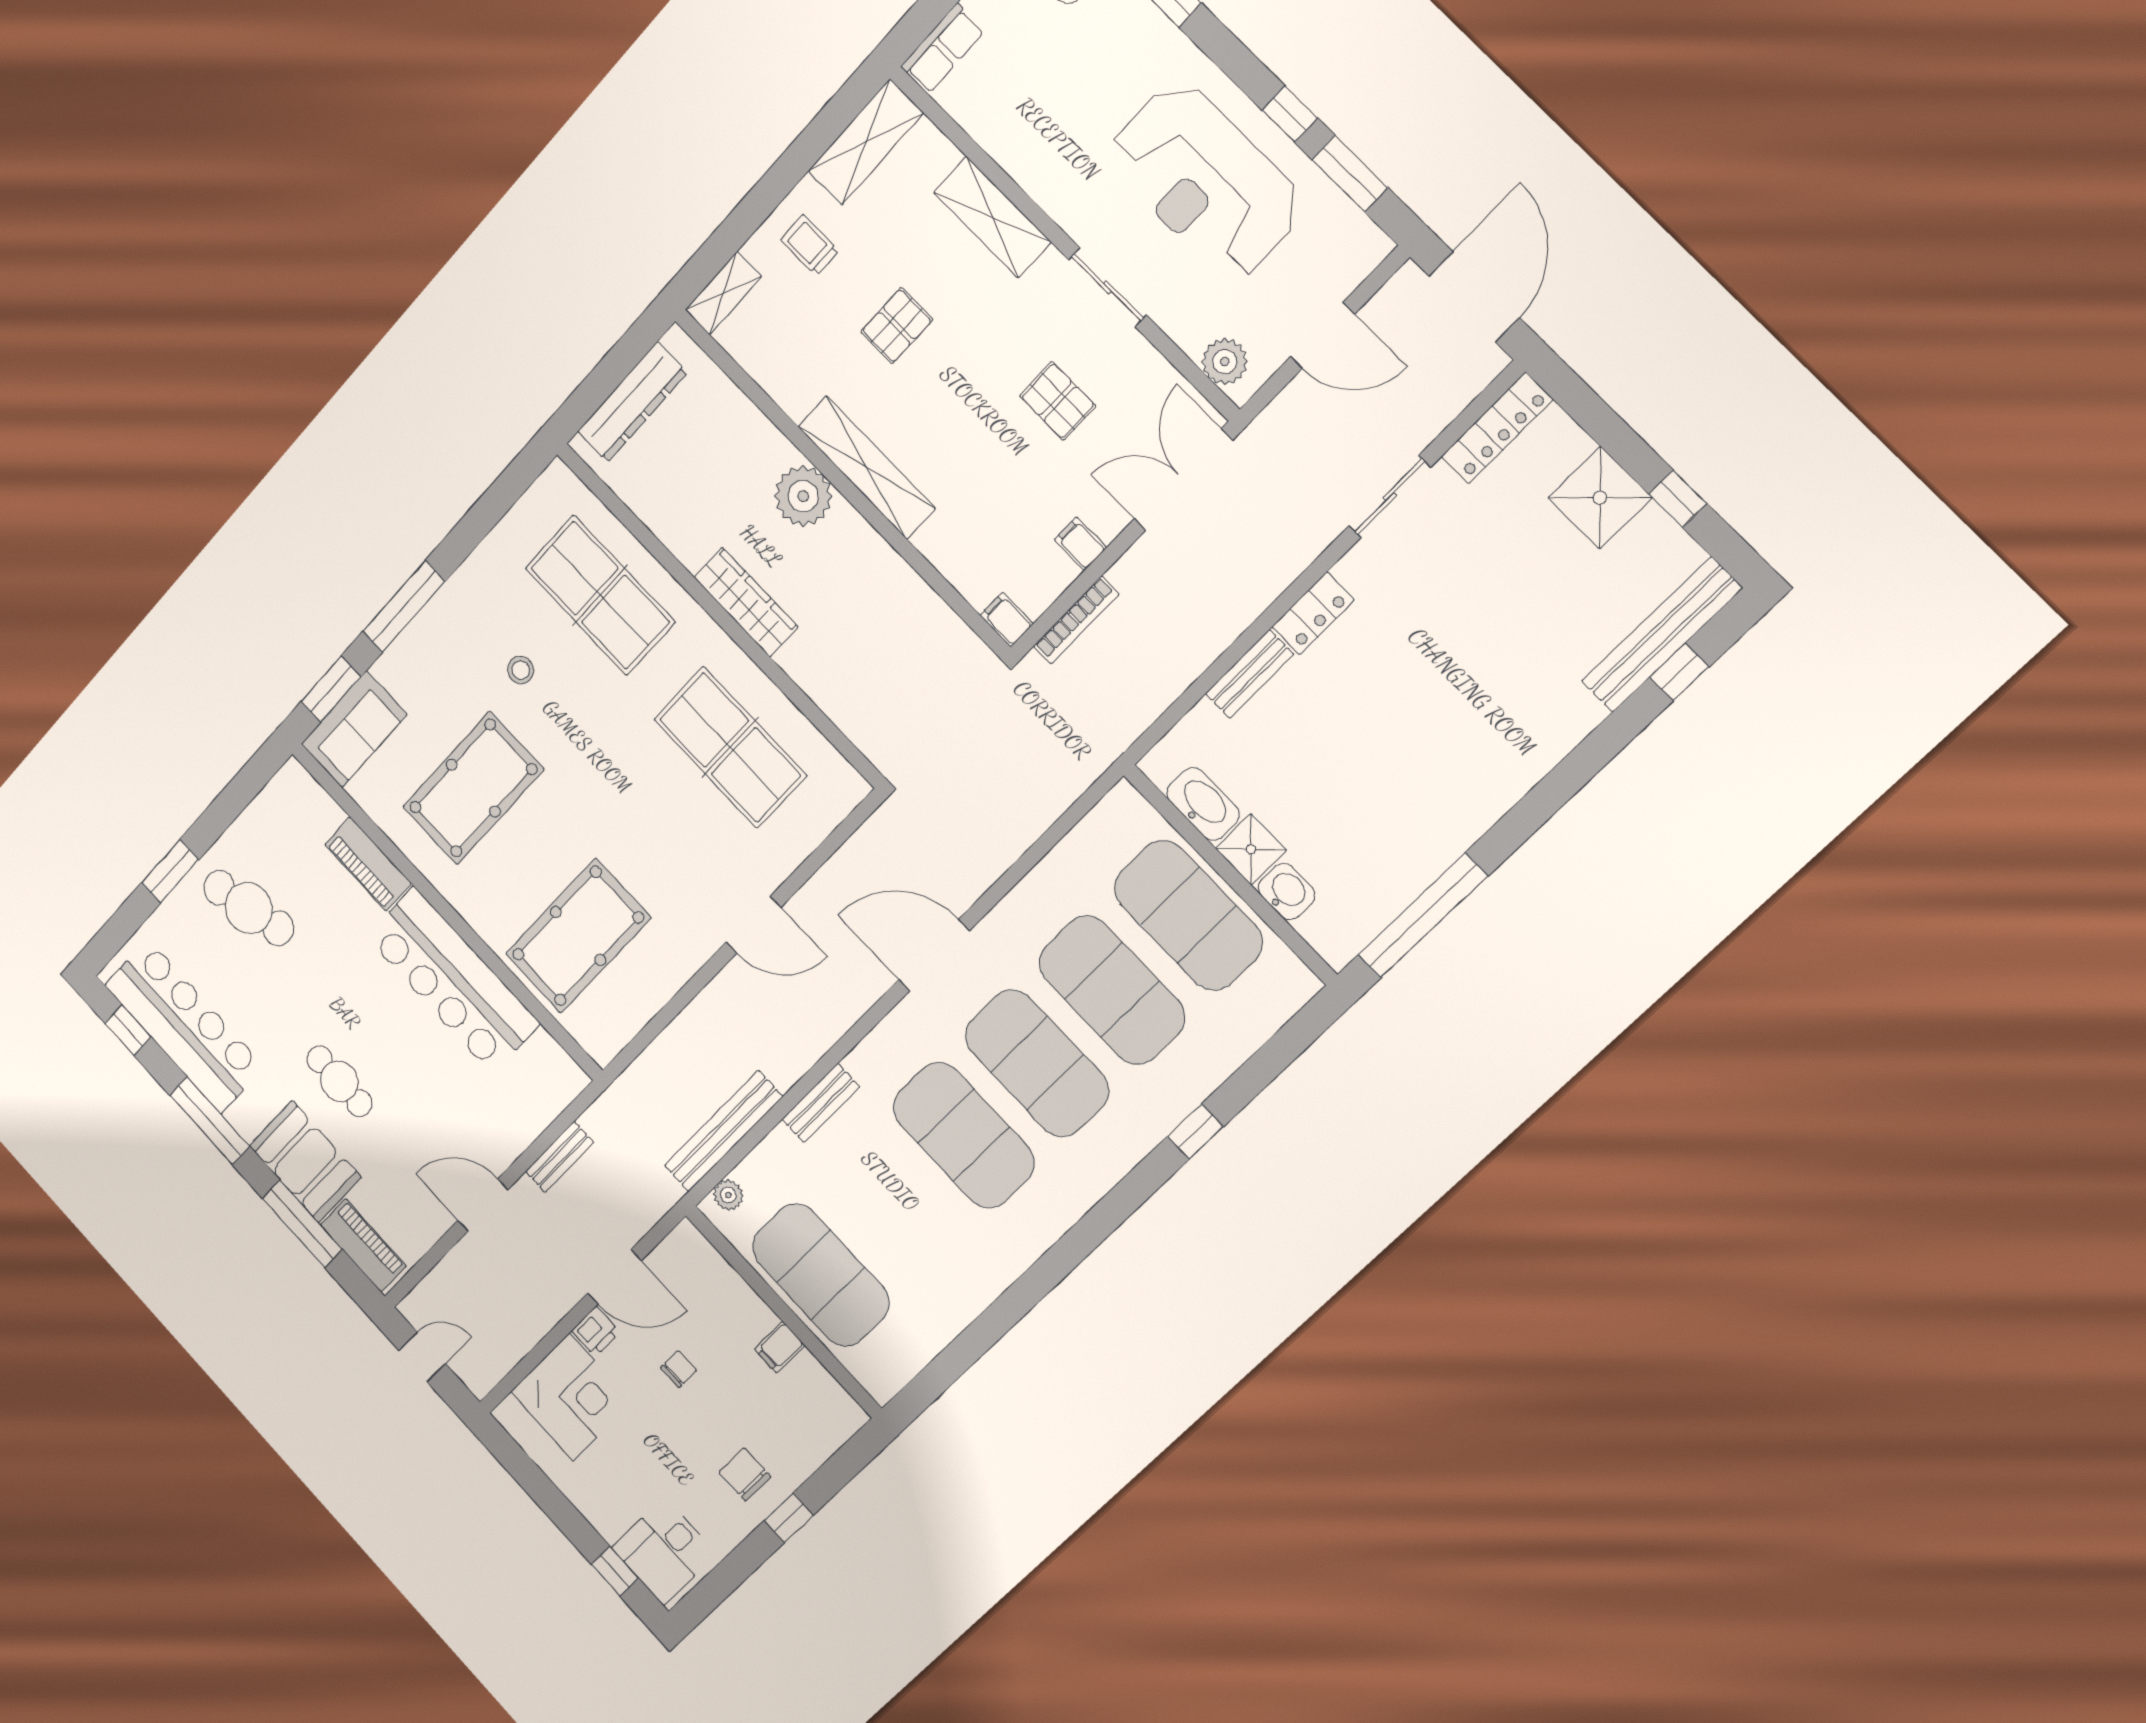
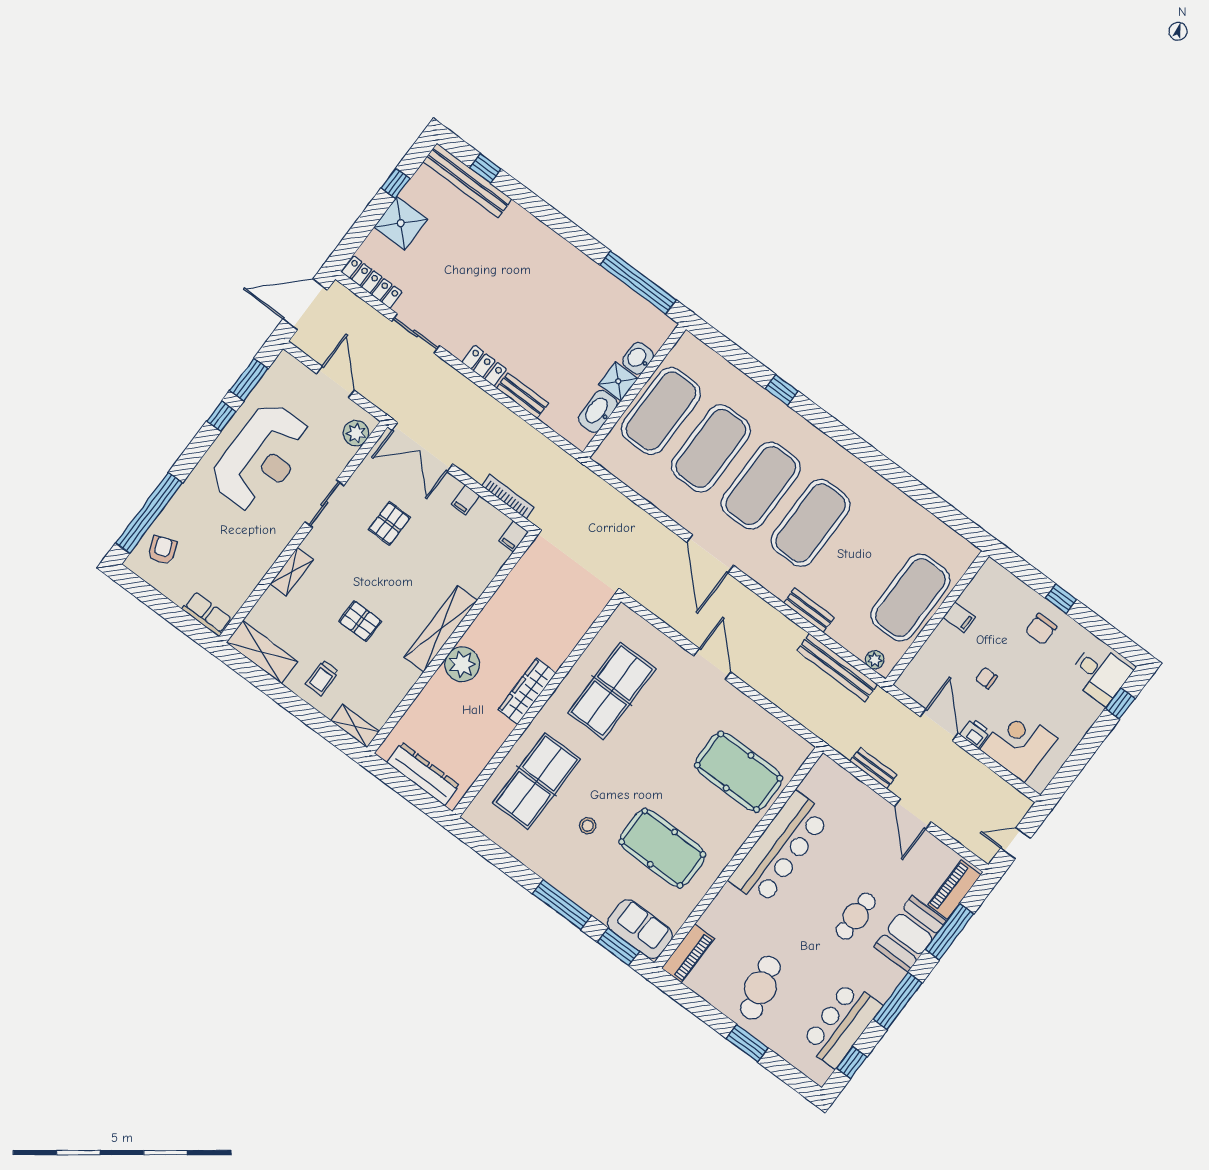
shelving: (992, 217) -> (292, 572), width x0.67, depth x0.75
piano: (368, 864) -> (688, 953), moved
bar counter: (184, 1026) -> (841, 1024), width x0.73
door: (422, 1357) -> (1016, 843), hinge flipped

